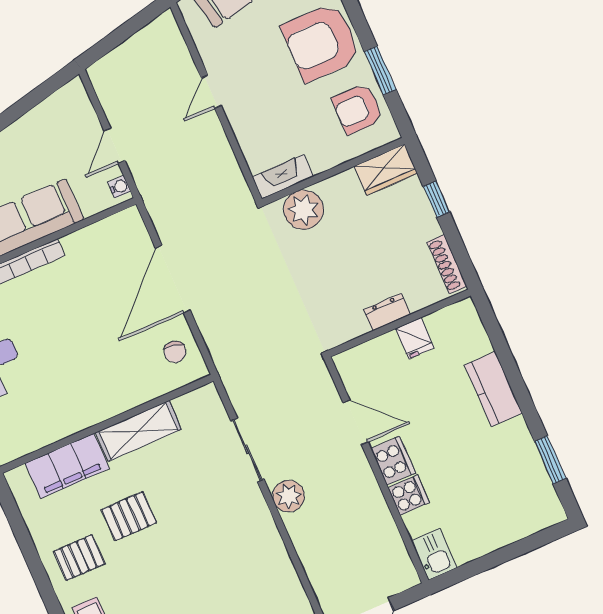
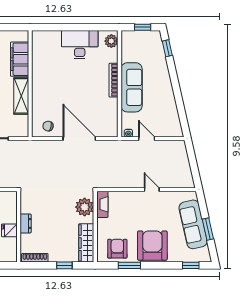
wardrobe: (386, 170) -> (86, 243), width x1.50

